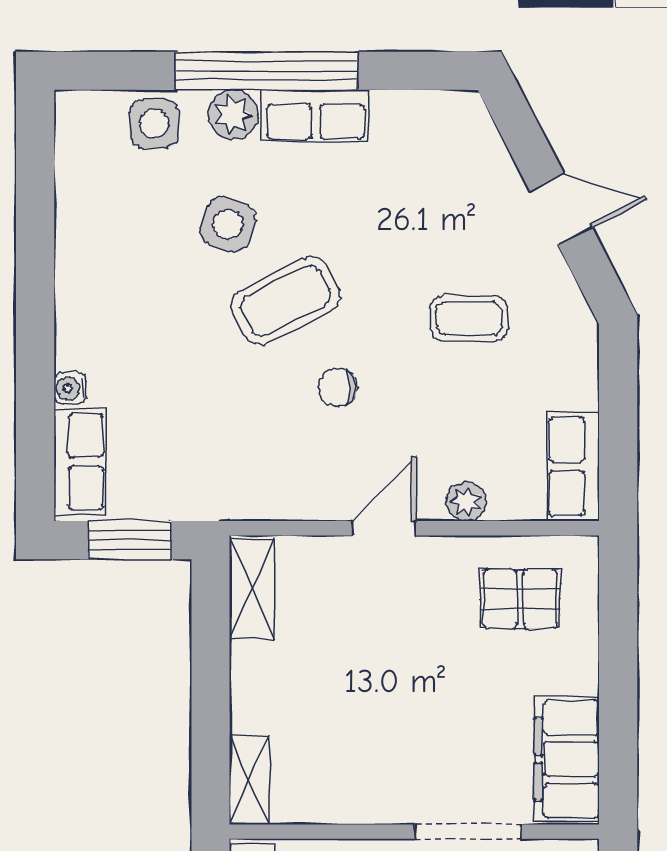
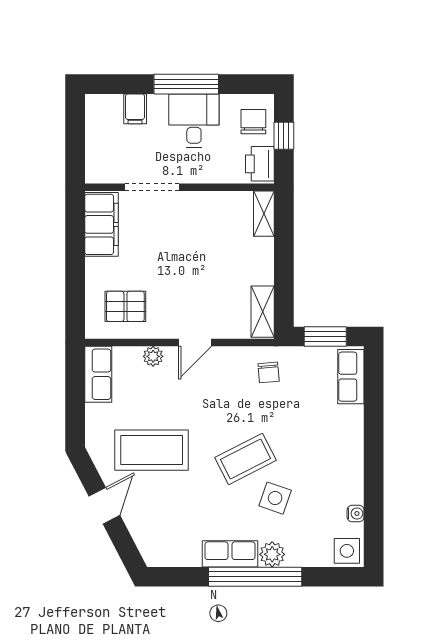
side table: (154, 124) -> (347, 551), moved
door: (561, 210) -> (104, 506), swing flipped
coffee table: (469, 318) -> (152, 450), width x1.86, depth x1.72
water cooler: (70, 388) -> (356, 513), moved
chair: (338, 388) -> (269, 372), moved, turned 85

